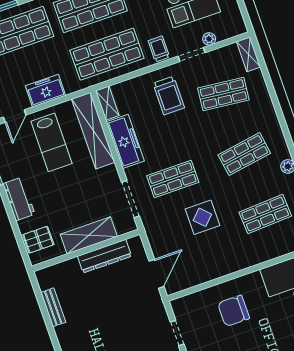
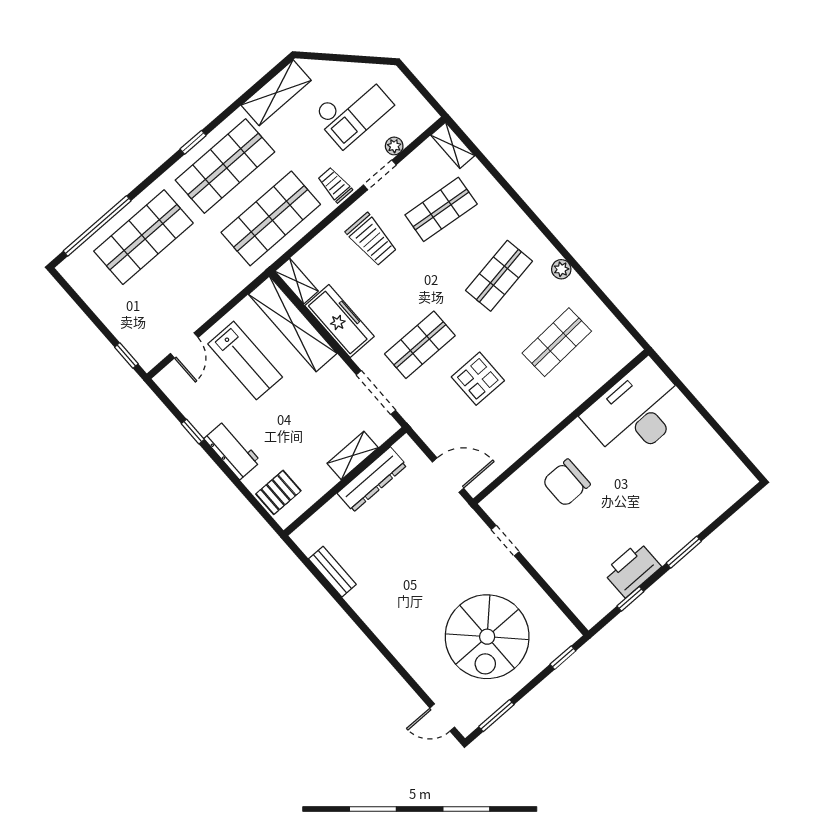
freezer: (45, 91) -> (211, 297), removed
shelving: (89, 235) -> (353, 455), width x0.67, depth x0.75
door: (157, 274) -> (448, 475), hinge flipped

